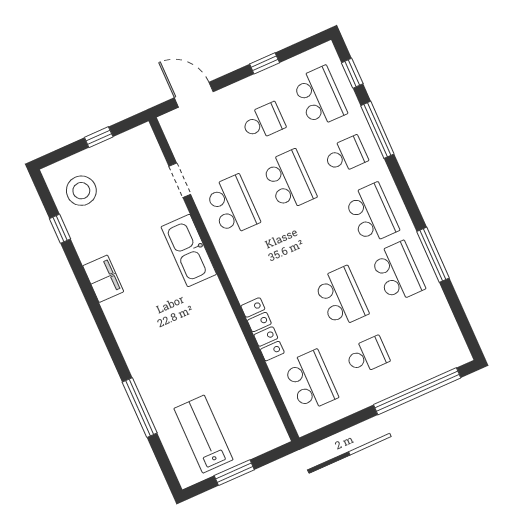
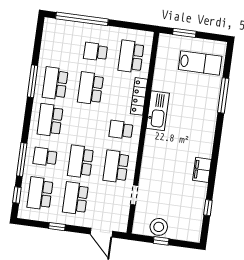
school desk: (263, 122) -> (75, 198), width x1.85
stool: (81, 191) -> (159, 227), moved
kitchen sink: (189, 250) -> (158, 111), moved
school desk: (259, 264) -> (121, 130), added
lab bench: (203, 434) -> (200, 63), turned -90
window: (234, 473) -> (184, 33), moved

